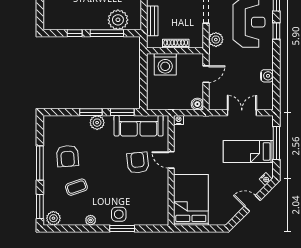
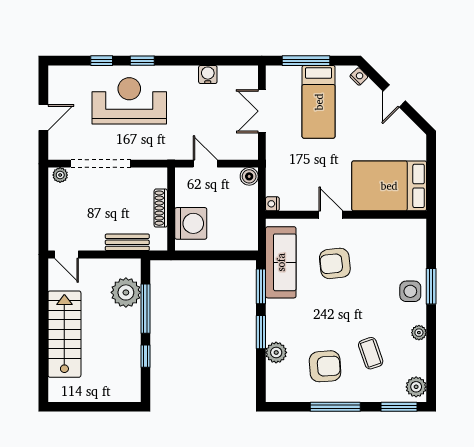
plant: (216, 40) -> (155, 149), removed
plant: (97, 123) -> (276, 352), moved
door: (171, 160) -> (331, 215), swing flipped

